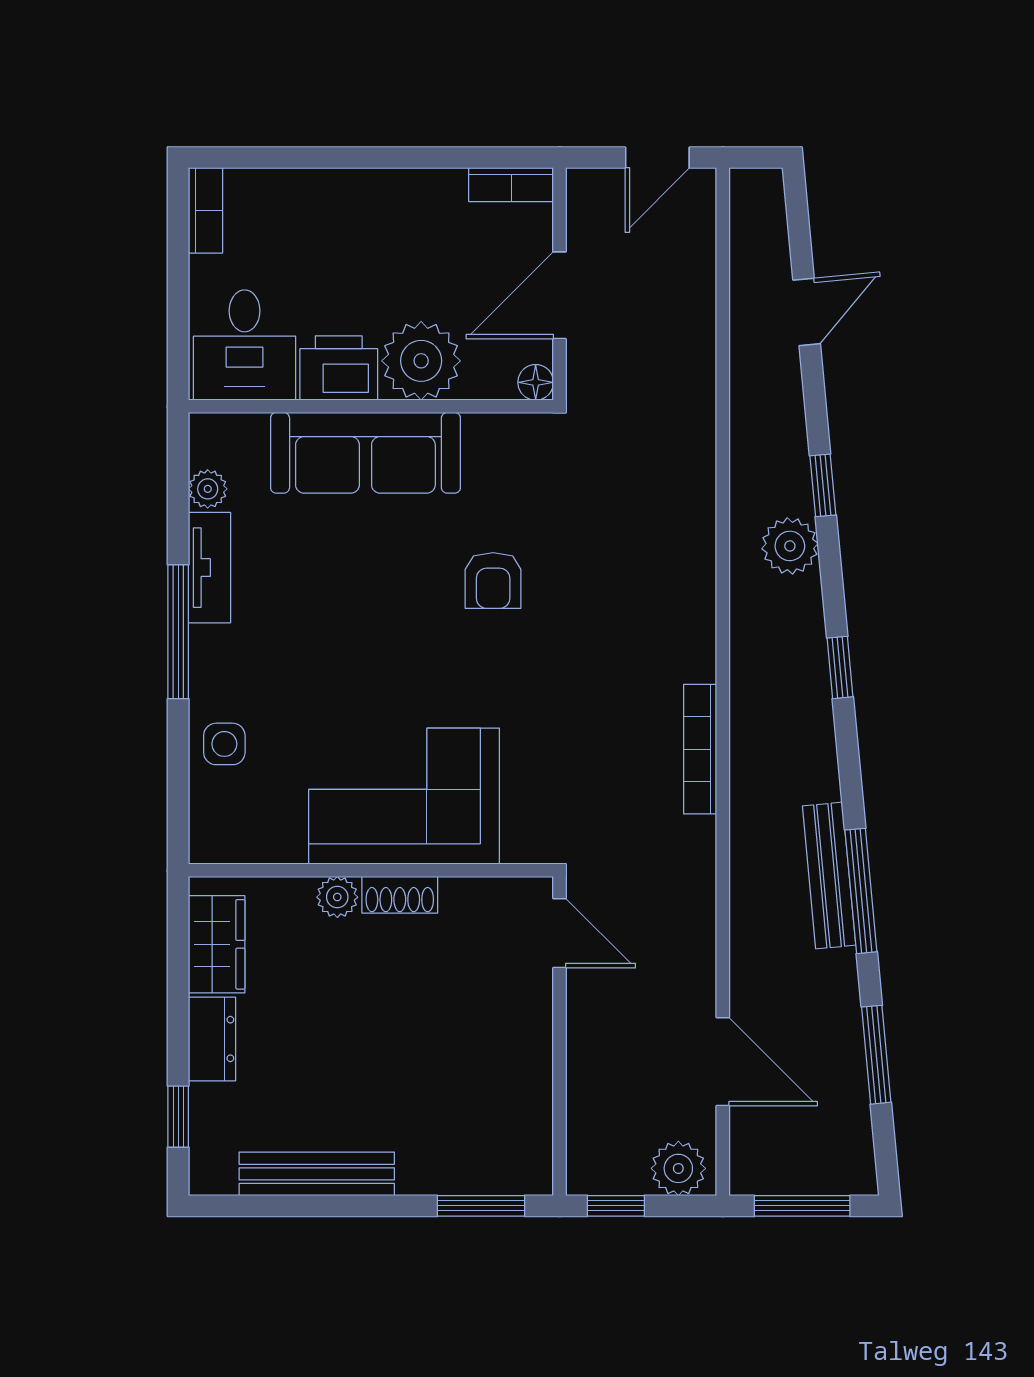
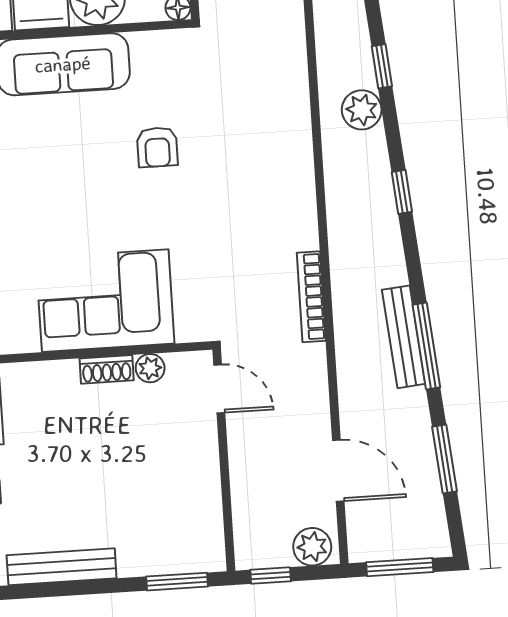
bookcase: (700, 749) -> (311, 297), moved
plant: (337, 897) -> (150, 368), moved

